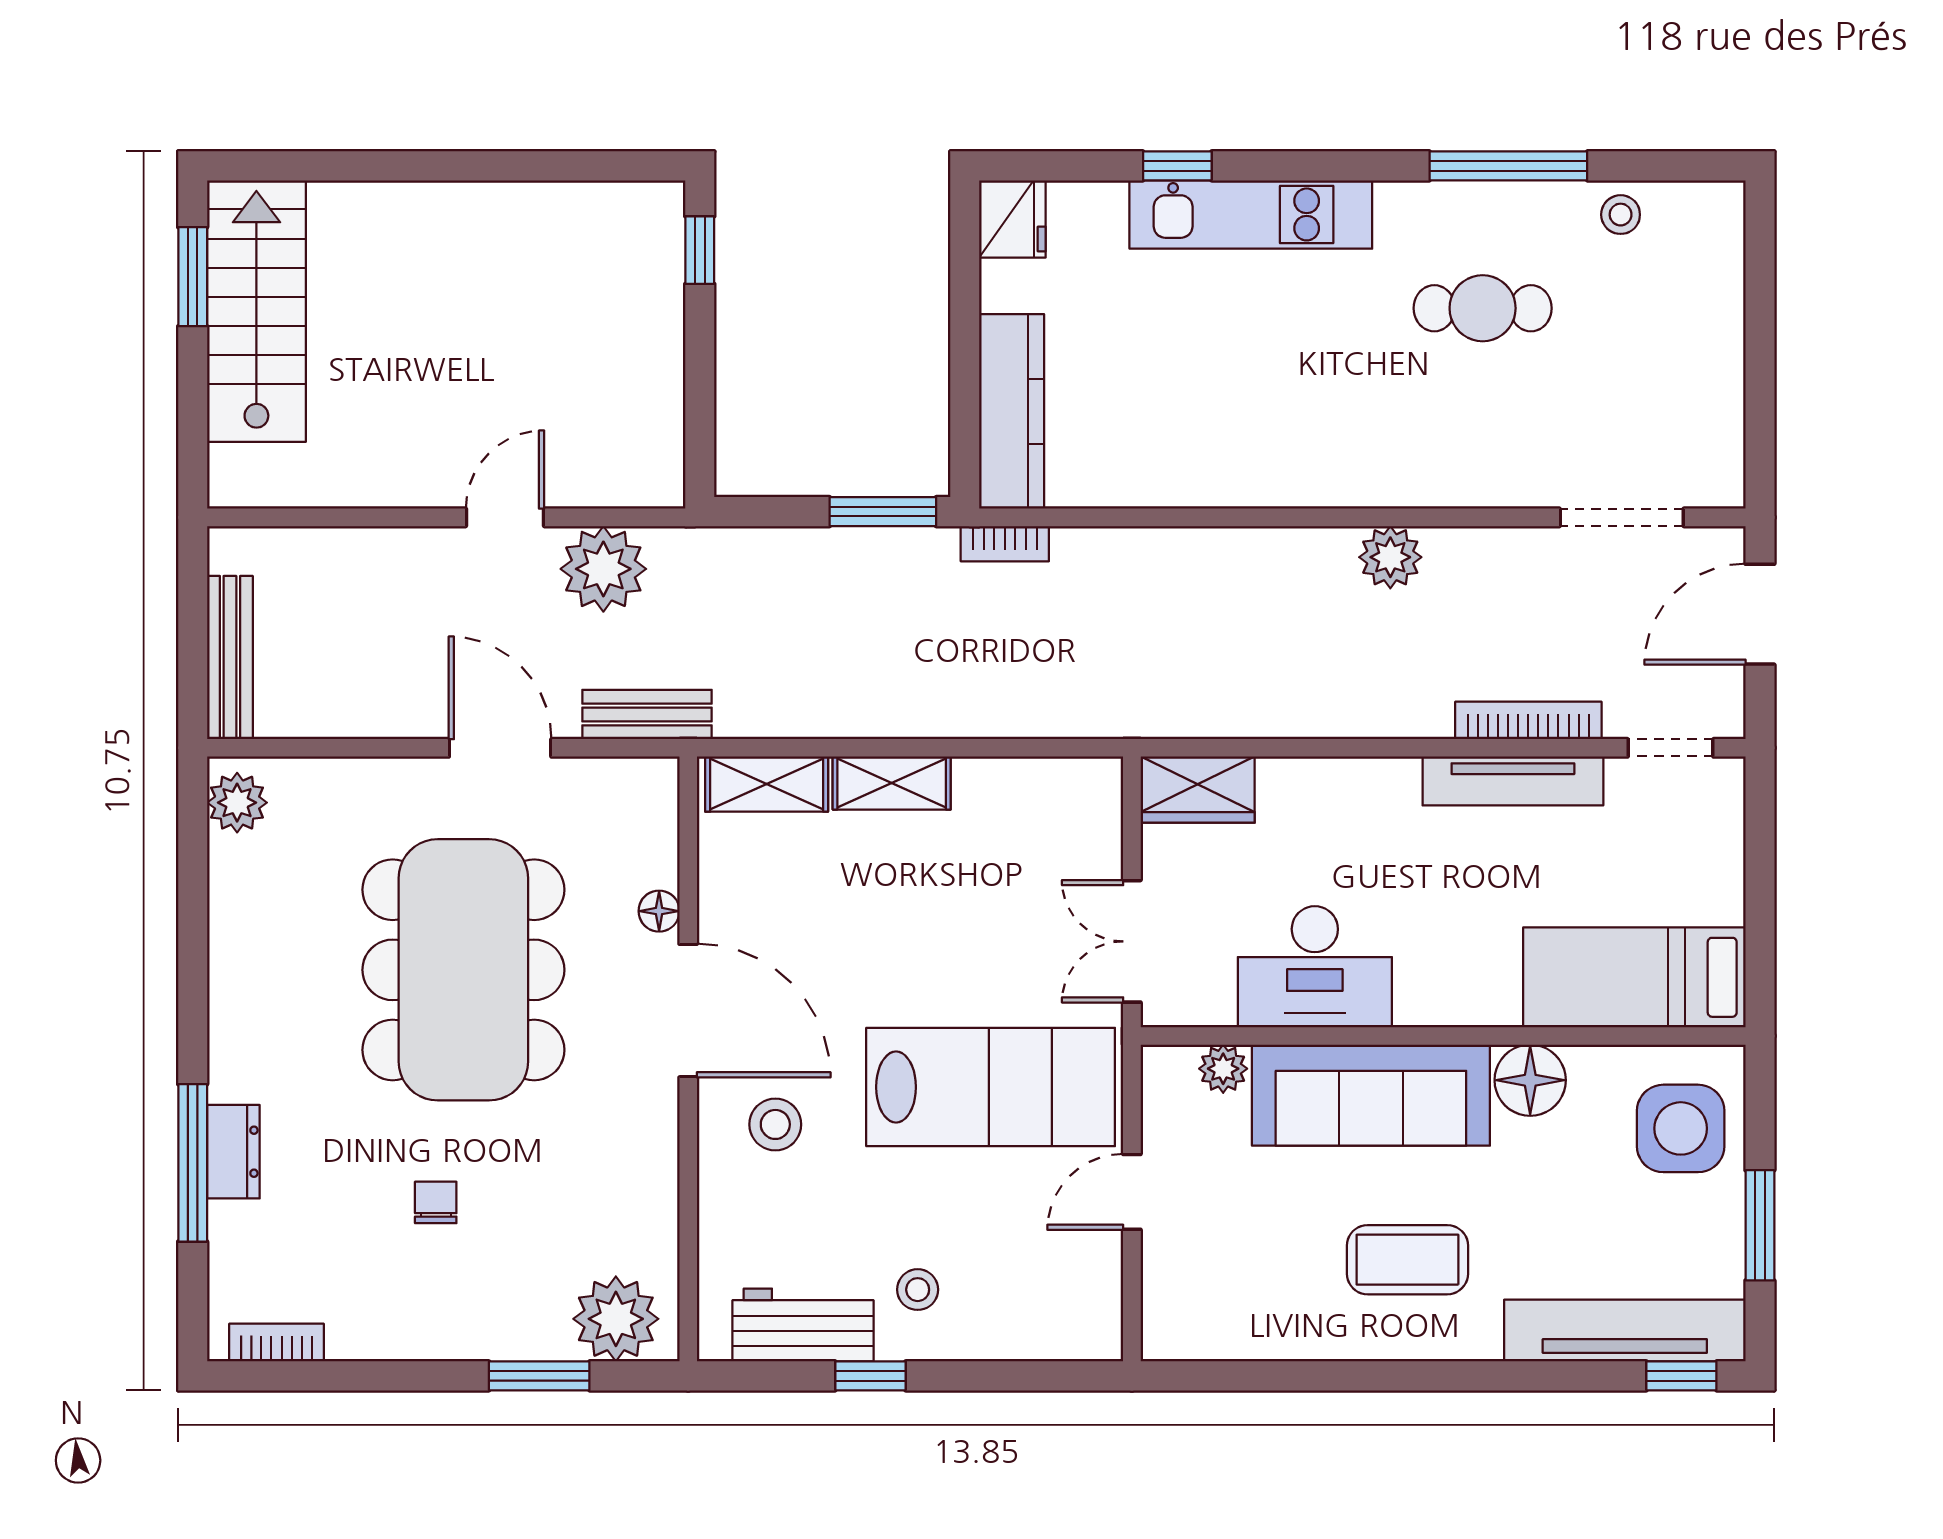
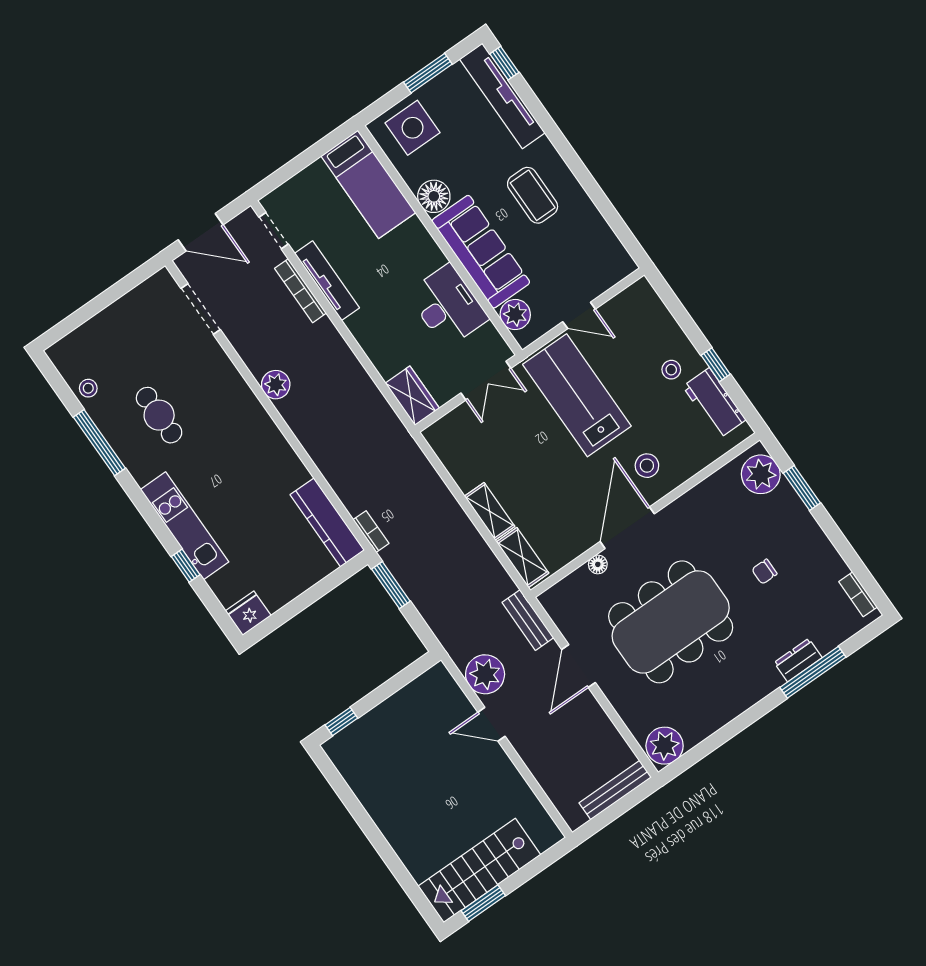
kitchen counter: (1012, 411) -> (327, 522), moved, turned -90
plant: (237, 803) -> (665, 746), width x1.36, depth x1.36
plant: (1223, 1069) -> (515, 315), width x1.38, depth x1.38

